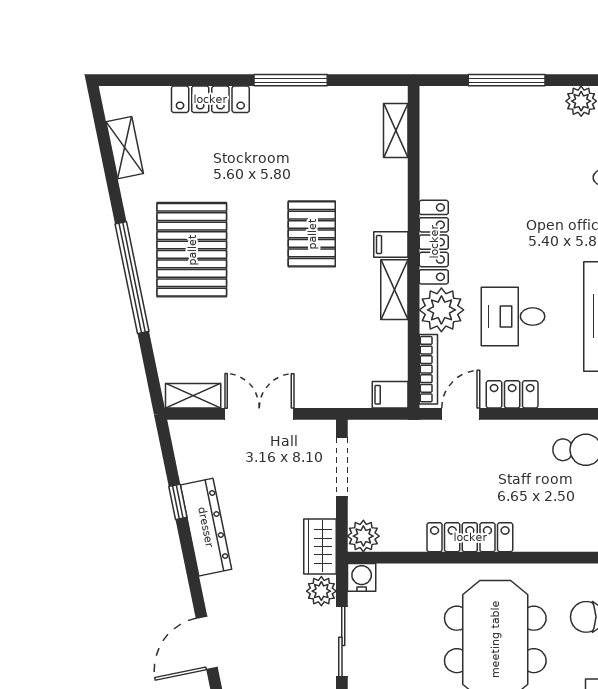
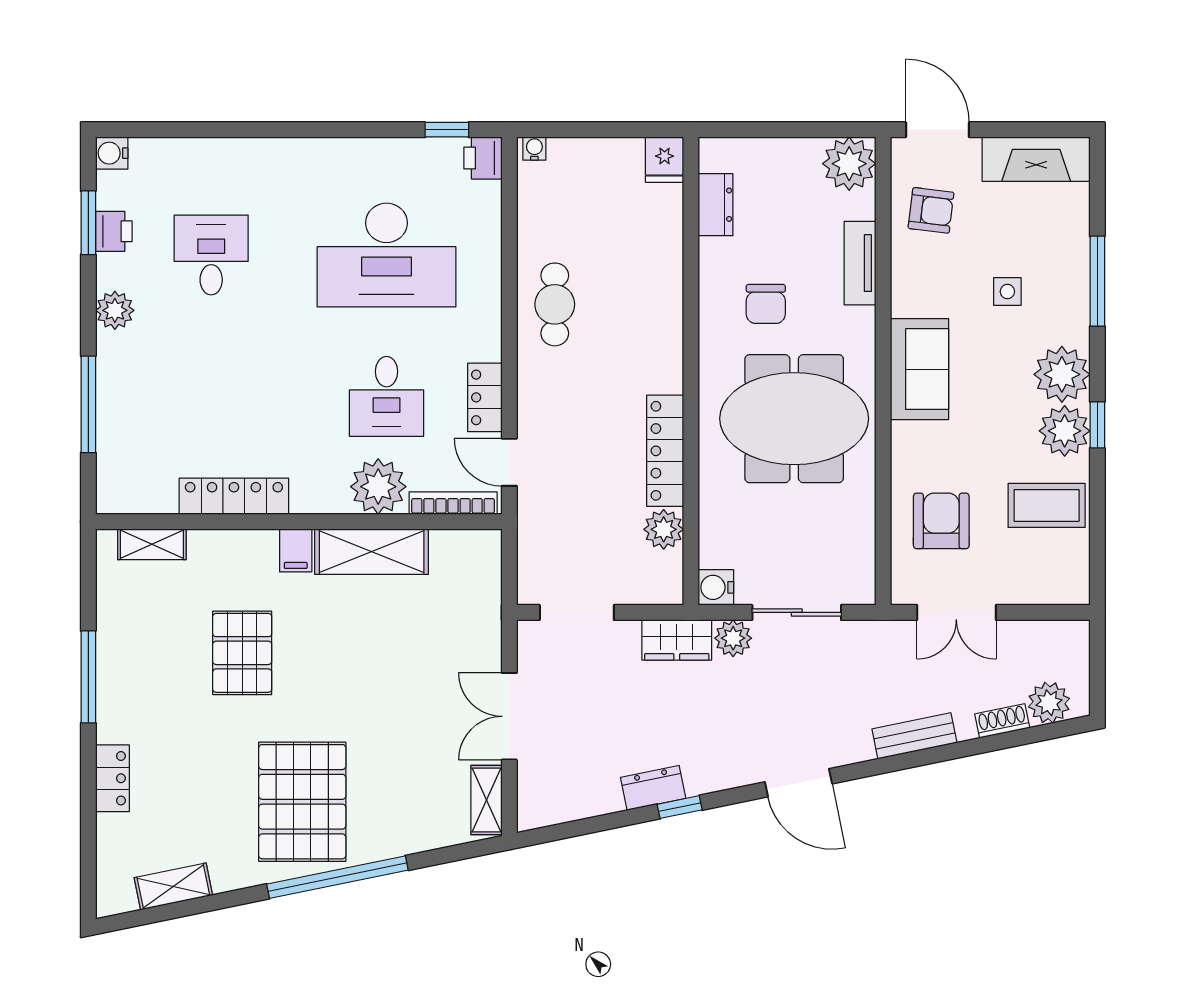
locker: (210, 99) -> (112, 778), width x0.66
pallet: (312, 234) -> (242, 653), moved, turned 90
locker: (434, 242) -> (234, 496), moved
pallet: (192, 250) -> (302, 802), turned 90
shelving: (394, 290) -> (372, 552), width x1.50, depth x1.33
filing cabinet: (390, 395) -> (485, 551), removed
window: (178, 502) -> (680, 807), moved
dresser: (206, 527) -> (653, 788), width x0.51, depth x0.80
plant: (363, 536) -> (664, 529), moved

